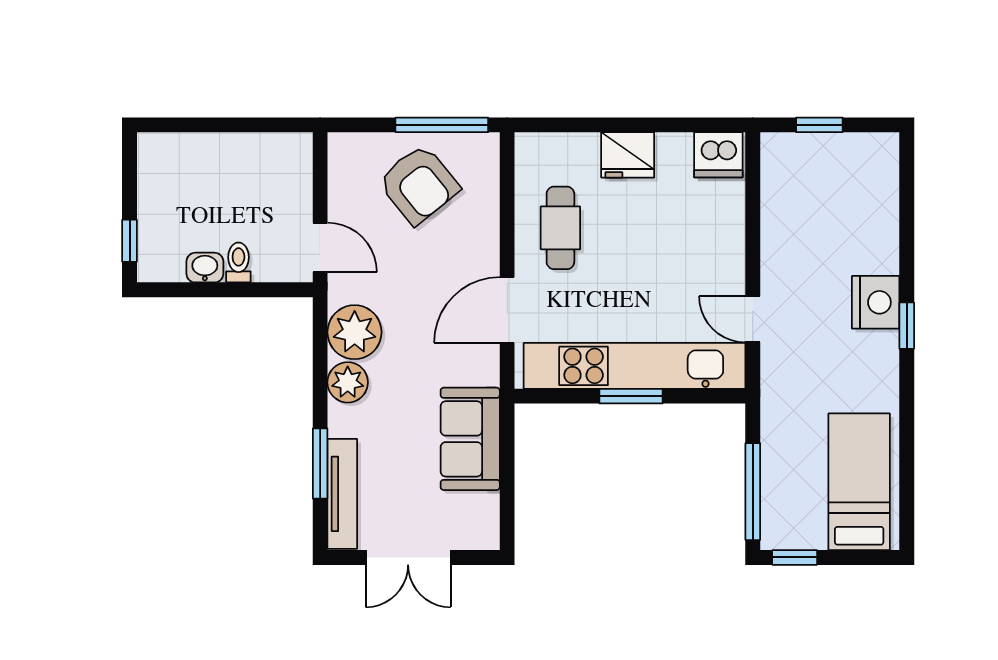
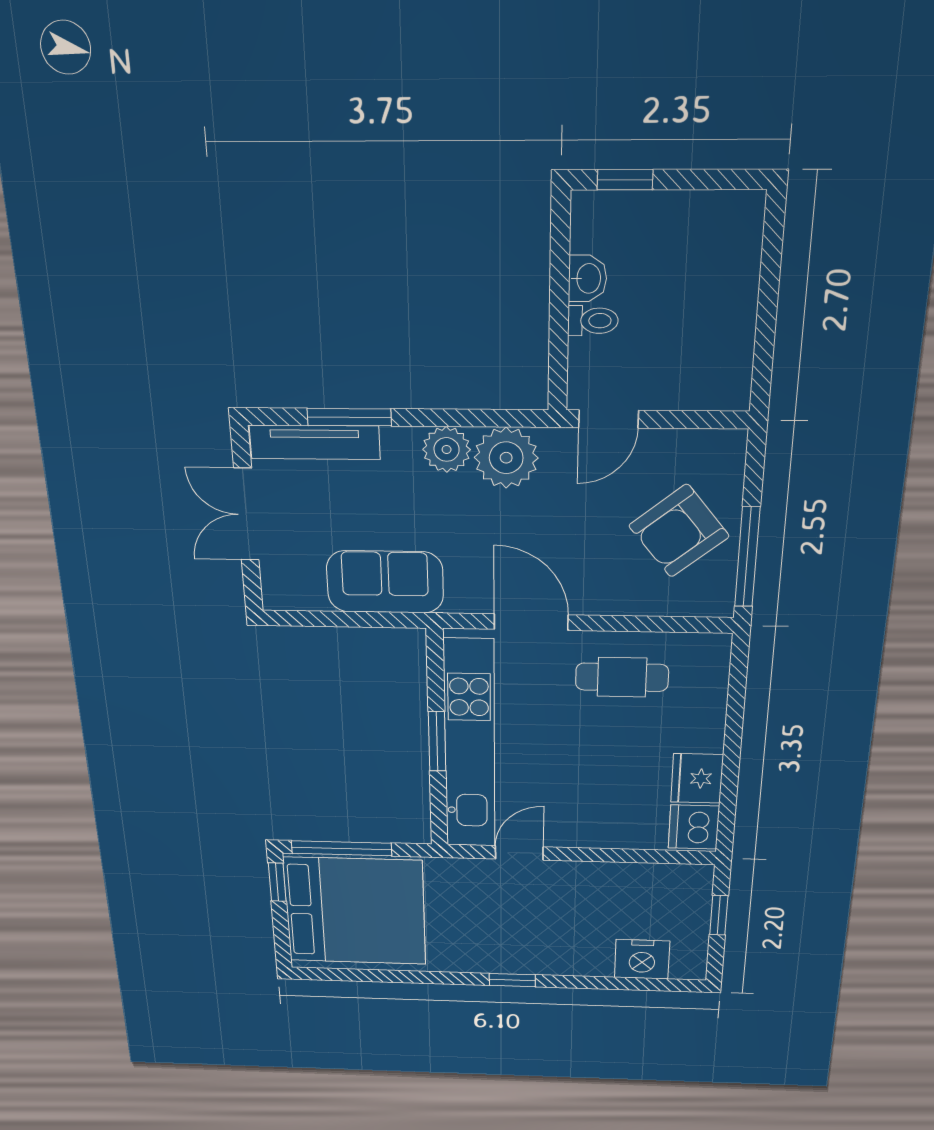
fridge: (628, 155) -> (697, 778), moved
nightstand: (876, 302) -> (642, 959), moved
bed: (859, 482) -> (355, 911), width x2.04

